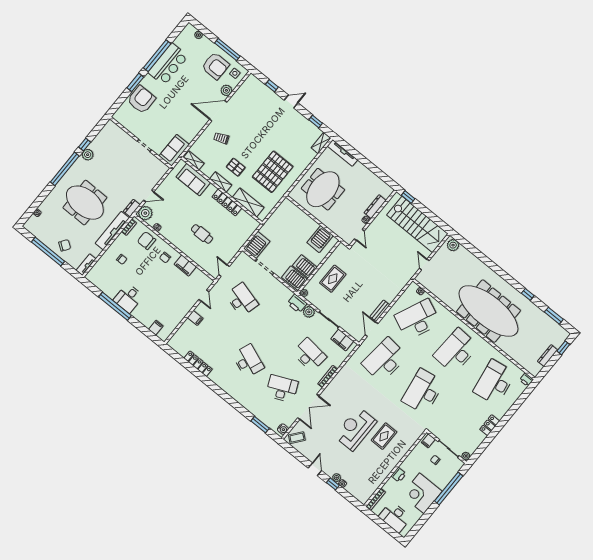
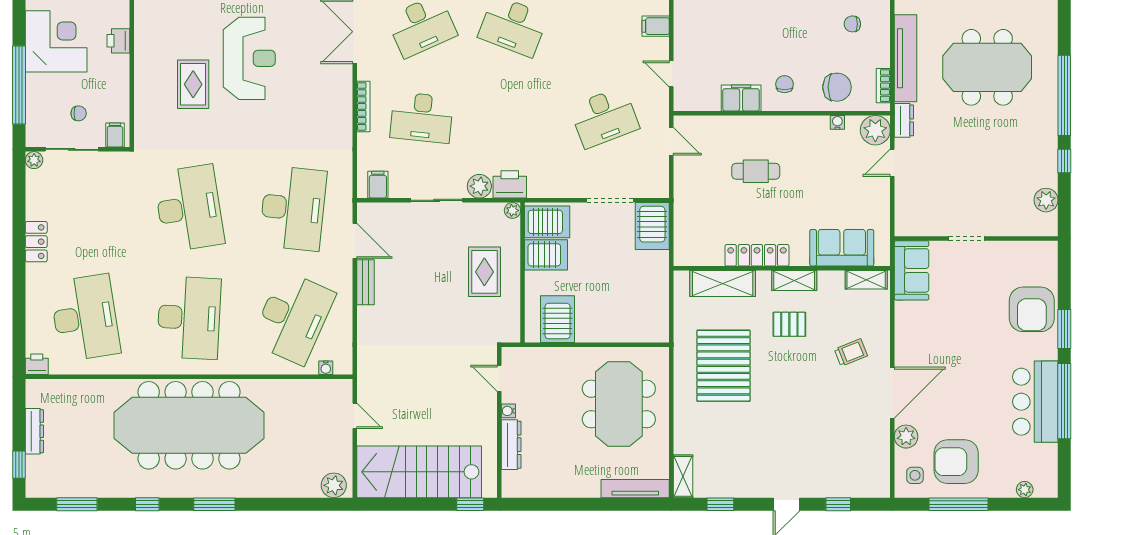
plant: (88, 155) -> (1046, 200), moved
window: (503, 274) -> (214, 504), added
desk: (242, 300) -> (604, 117), turned -36
filing cabinet: (342, 340) -> (378, 185), width x0.50

